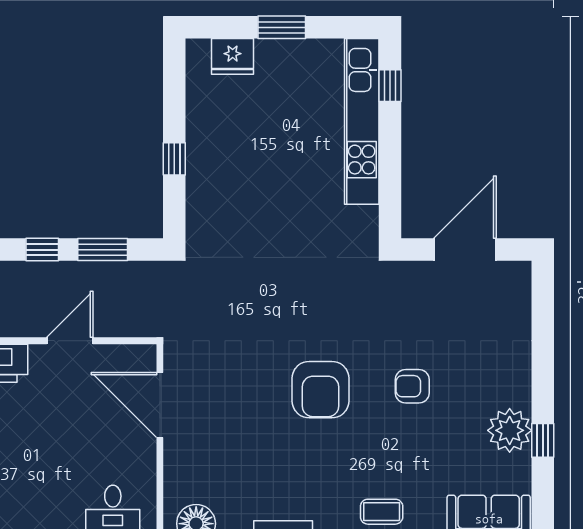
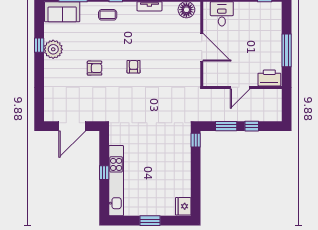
fridge: (233, 56) -> (183, 206), moved, turned -90
window: (390, 86) -> (104, 173), moved
window: (174, 159) -> (196, 140), moved
armchair: (321, 390) -> (134, 67), width x0.53, depth x0.53
door: (160, 405) -> (202, 47), moved

